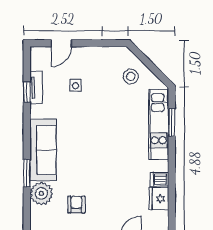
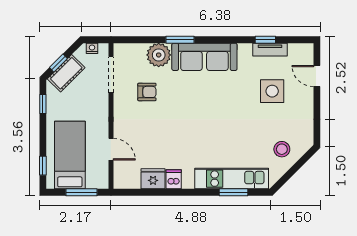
side table: (76, 86) -> (272, 91), width x1.87, depth x1.87

